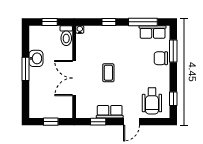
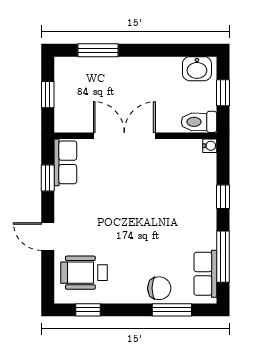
washbasin: (36, 58) -> (197, 69), moved
chair: (161, 58) -> (159, 288), turned 90
window: (25, 69) -> (98, 50), moved
coffee table: (108, 73) -> (134, 196), removed
row of seats: (110, 112) -> (65, 162), moved

